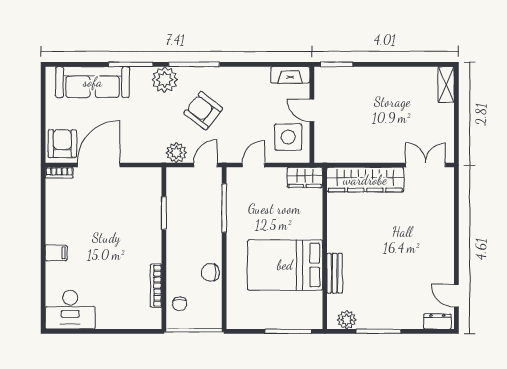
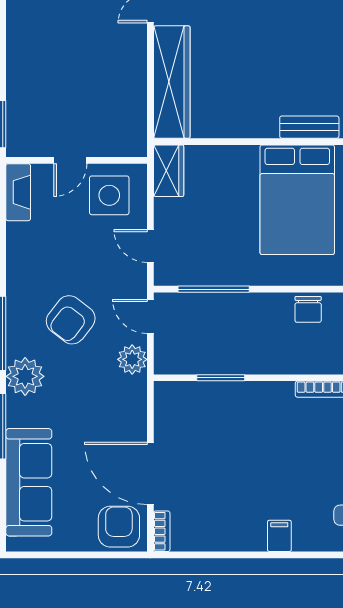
armchair: (62, 144) -> (119, 527), turned 90

